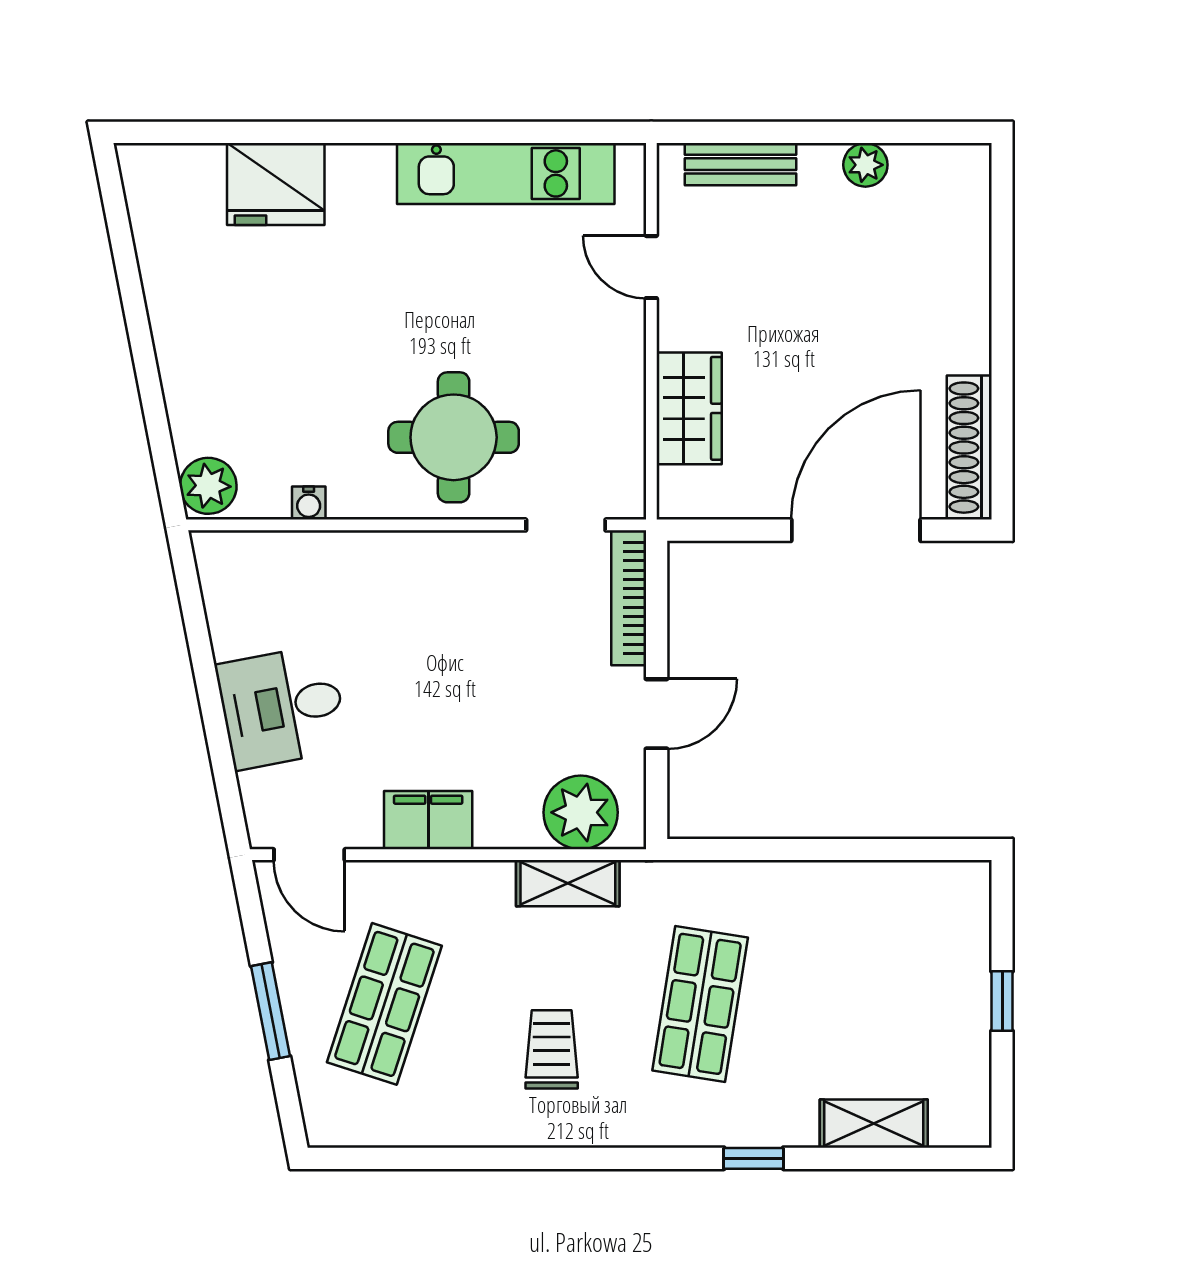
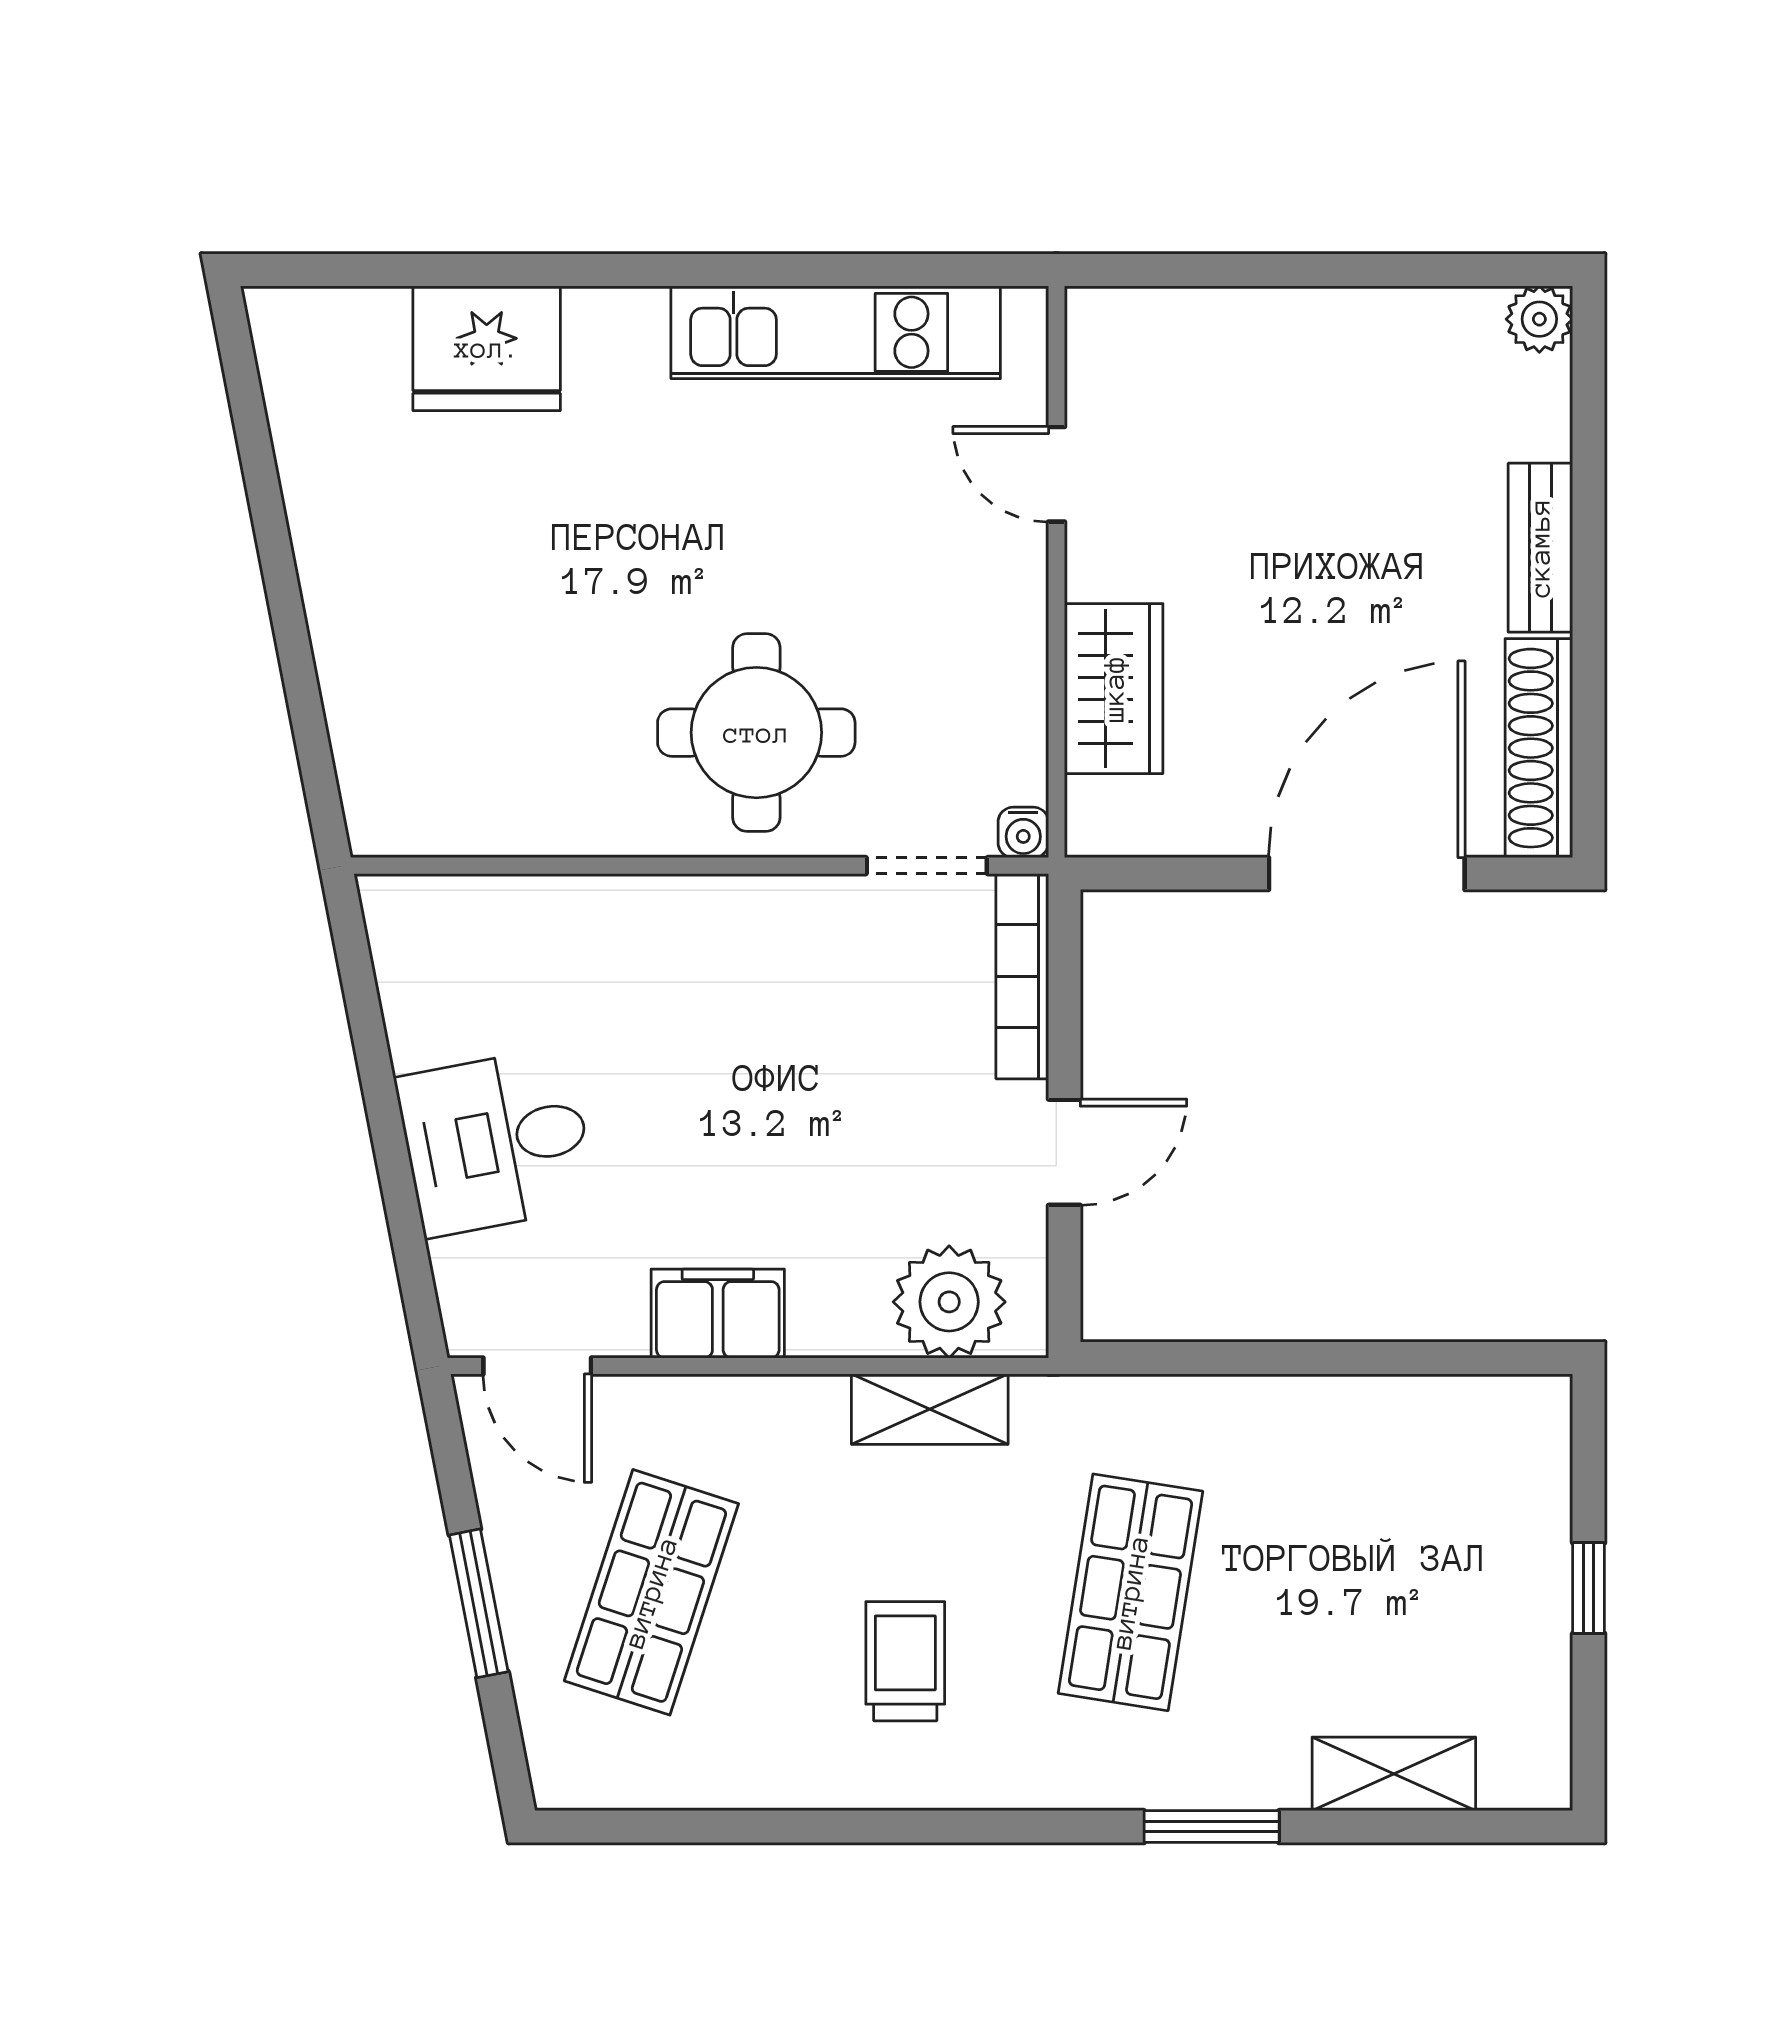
bench: (740, 164) -> (1540, 548), moved, turned 90
plant: (865, 165) -> (1539, 319), moved
plant: (208, 486) -> (384, 806), removed
water cooler: (309, 503) -> (1023, 832), moved
window: (754, 1158) -> (1212, 1827), width x1.50

